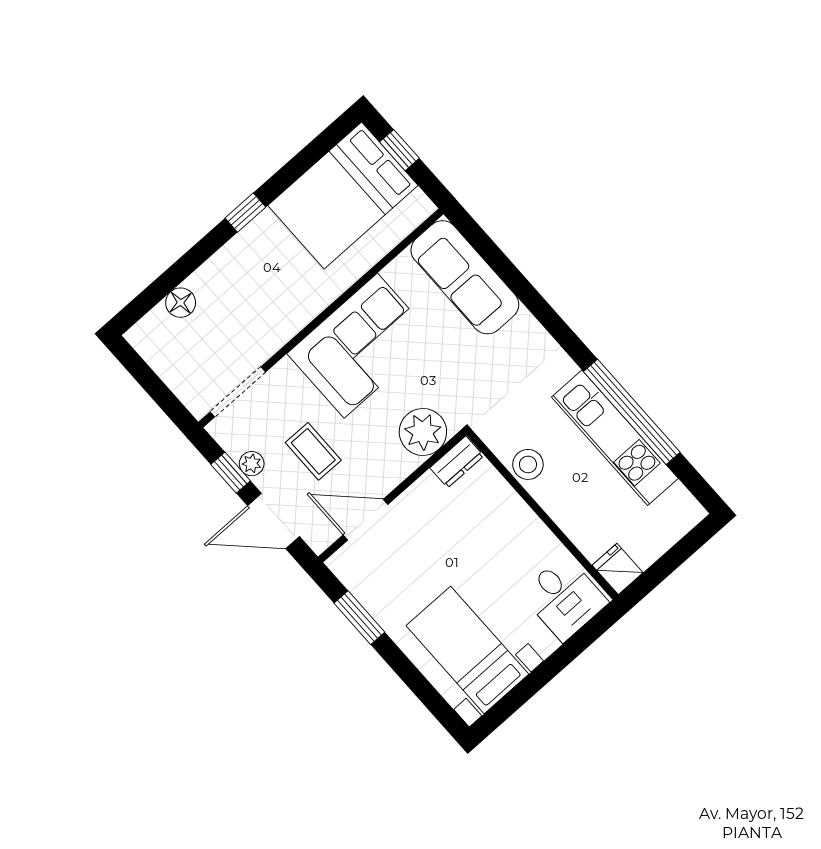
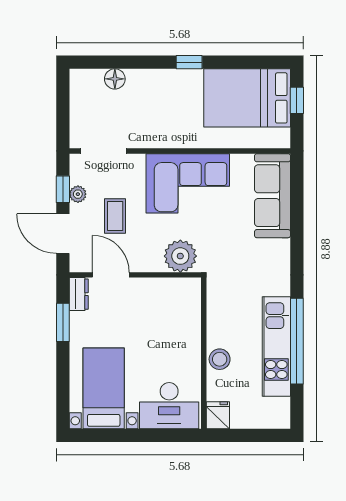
dresser: (457, 462) -> (79, 294), moved, turned -90
stool: (528, 464) -> (220, 359), moved
desk: (564, 598) -> (169, 406), width x1.37

